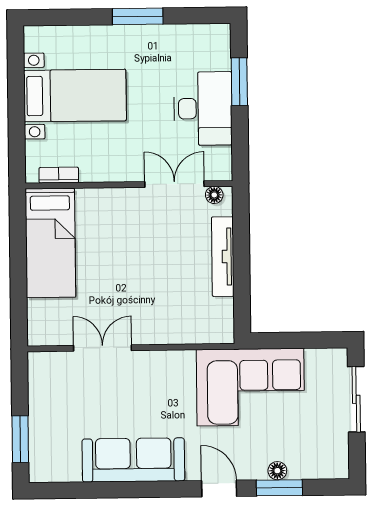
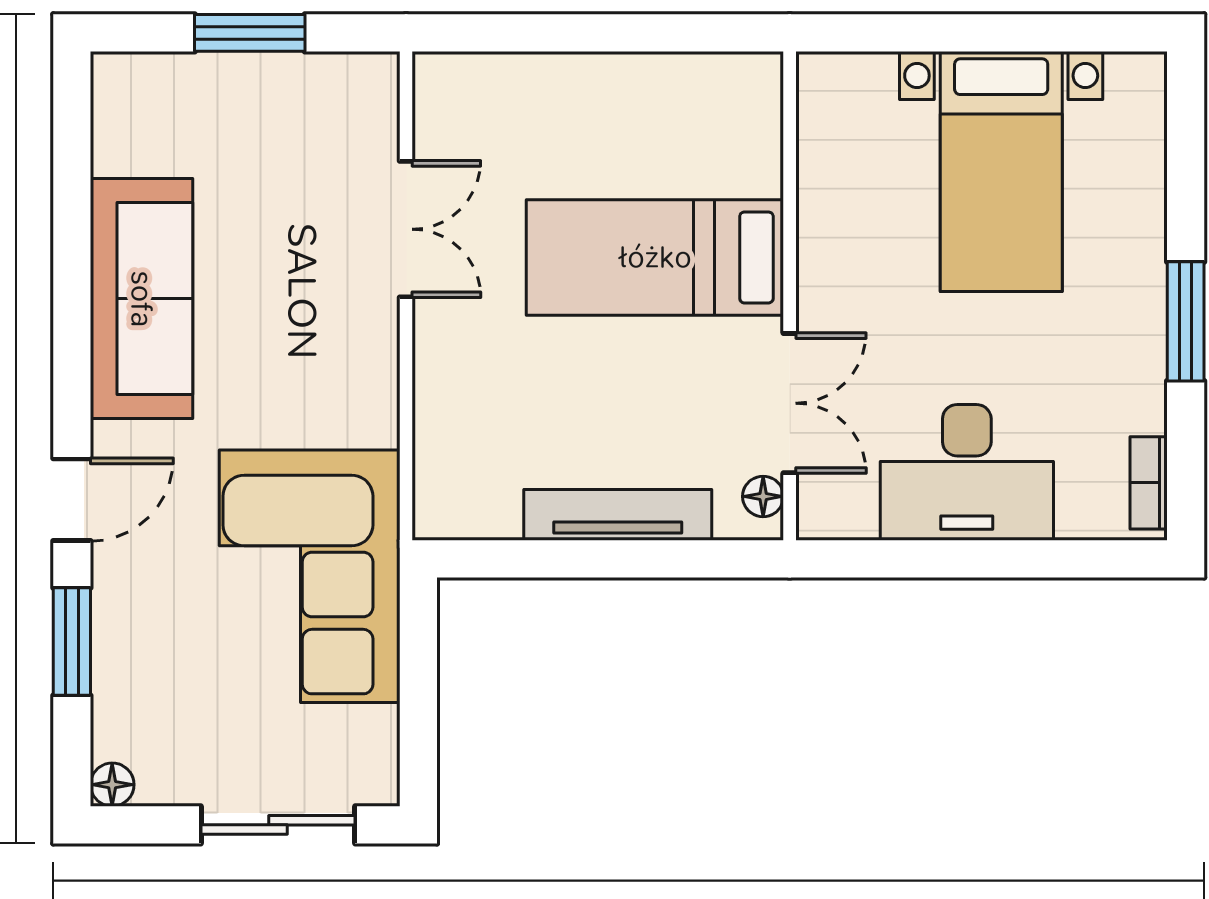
window: (239, 82) -> (1029, 559), removed
bookcase: (59, 175) -> (1149, 483), moved, turned 180
bed: (50, 243) -> (655, 257), moved
window: (20, 439) -> (250, 33), moved
floor lamp: (277, 471) -> (112, 785), moved

